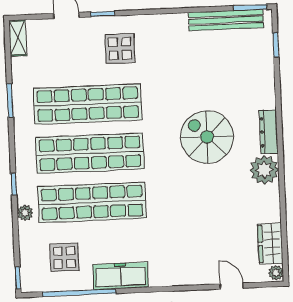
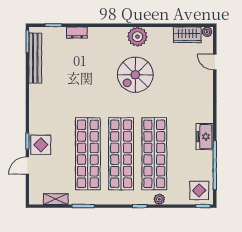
shelving: (18, 38) -> (56, 199), moved
display table: (120, 49) -> (41, 145), moved
dresser: (269, 132) -> (77, 33), moved, width x0.70
spiral stairs: (207, 137) -> (135, 75), moved
display table: (64, 257) -> (199, 190), moved
freezer: (121, 276) -> (205, 137), width x0.71
door: (232, 286) -> (215, 62), hinge flipped

